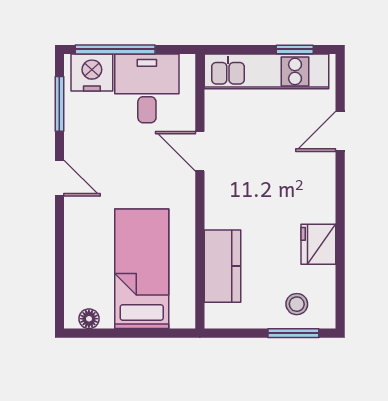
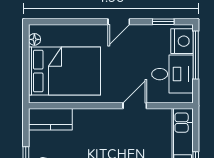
window: (59, 104) -> (163, 22), width x0.67
kitchen counter: (222, 266) -> (50, 119), moved
bed: (142, 269) -> (64, 71), width x1.50

